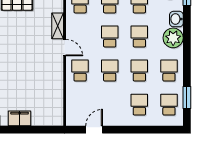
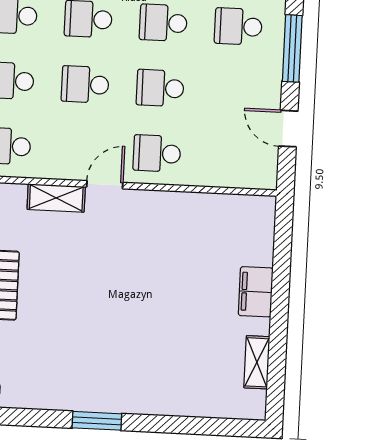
window: (131, 130) -> (292, 48), added

